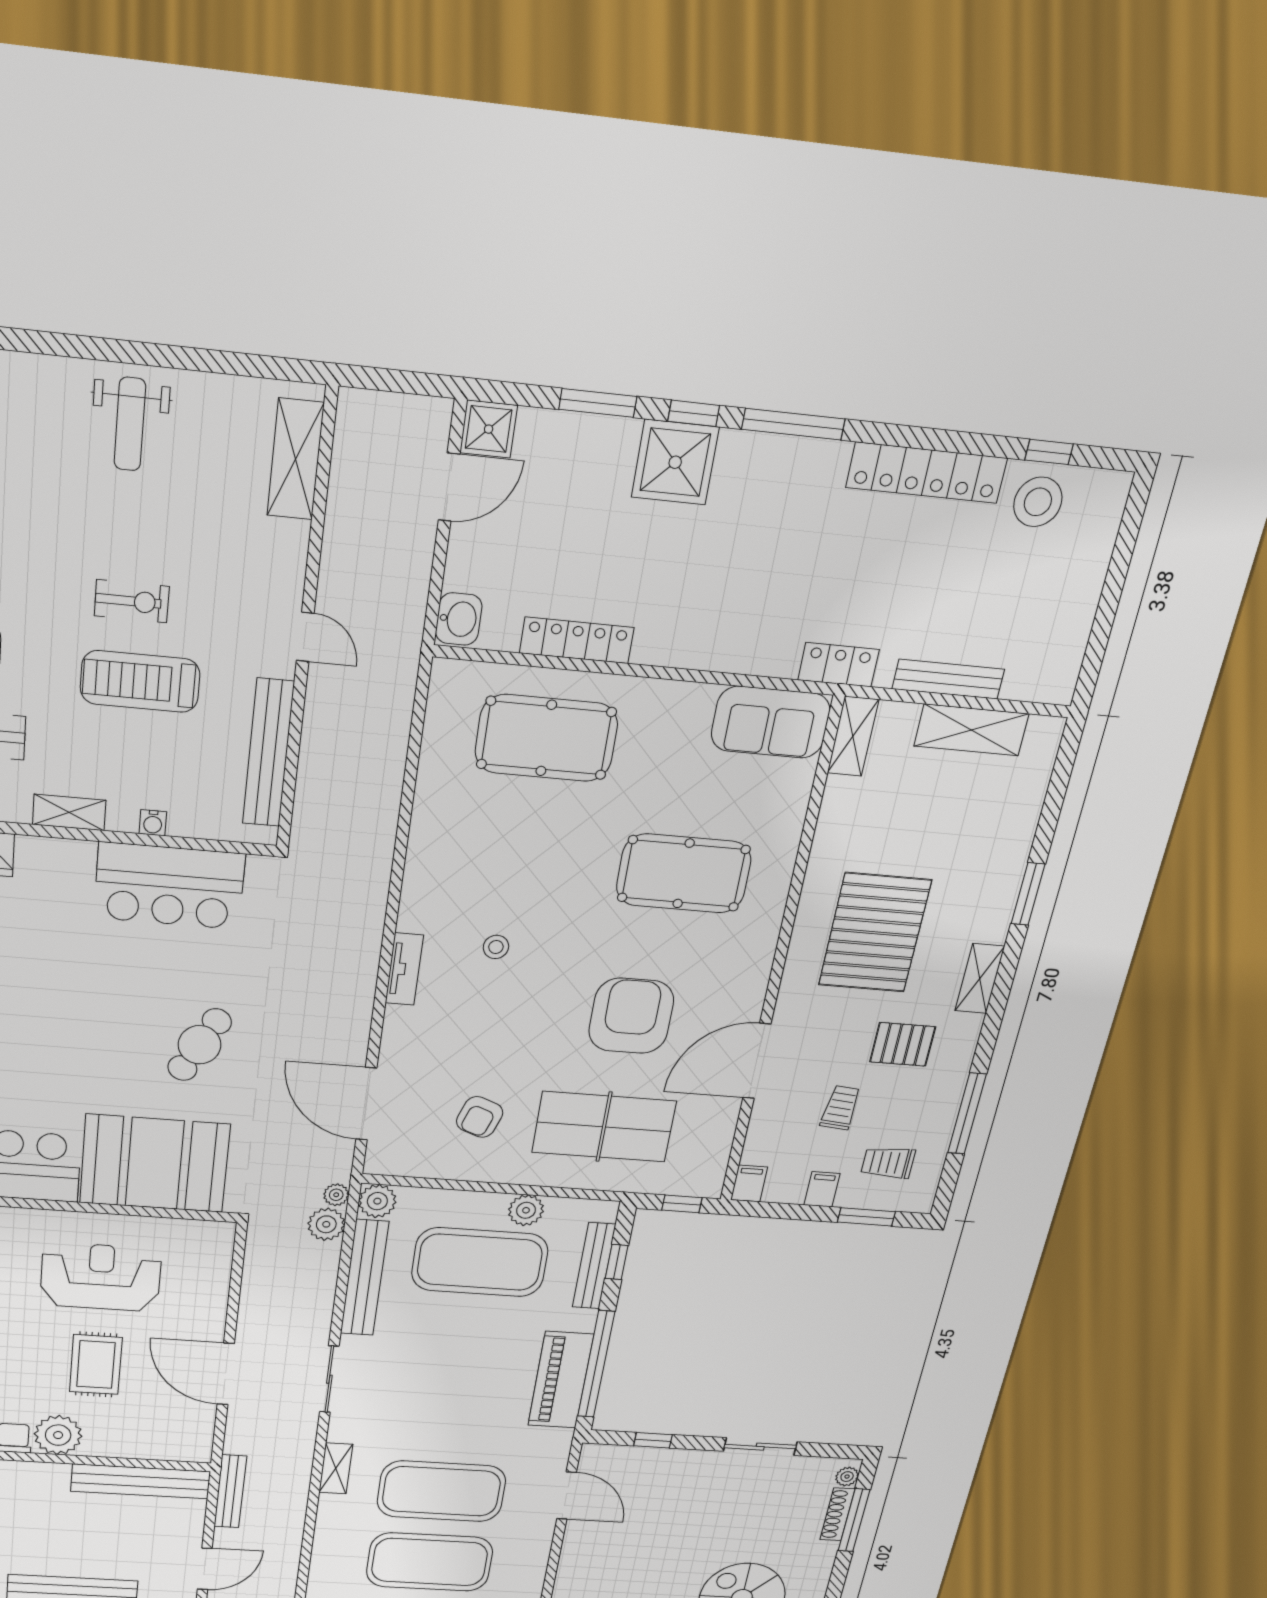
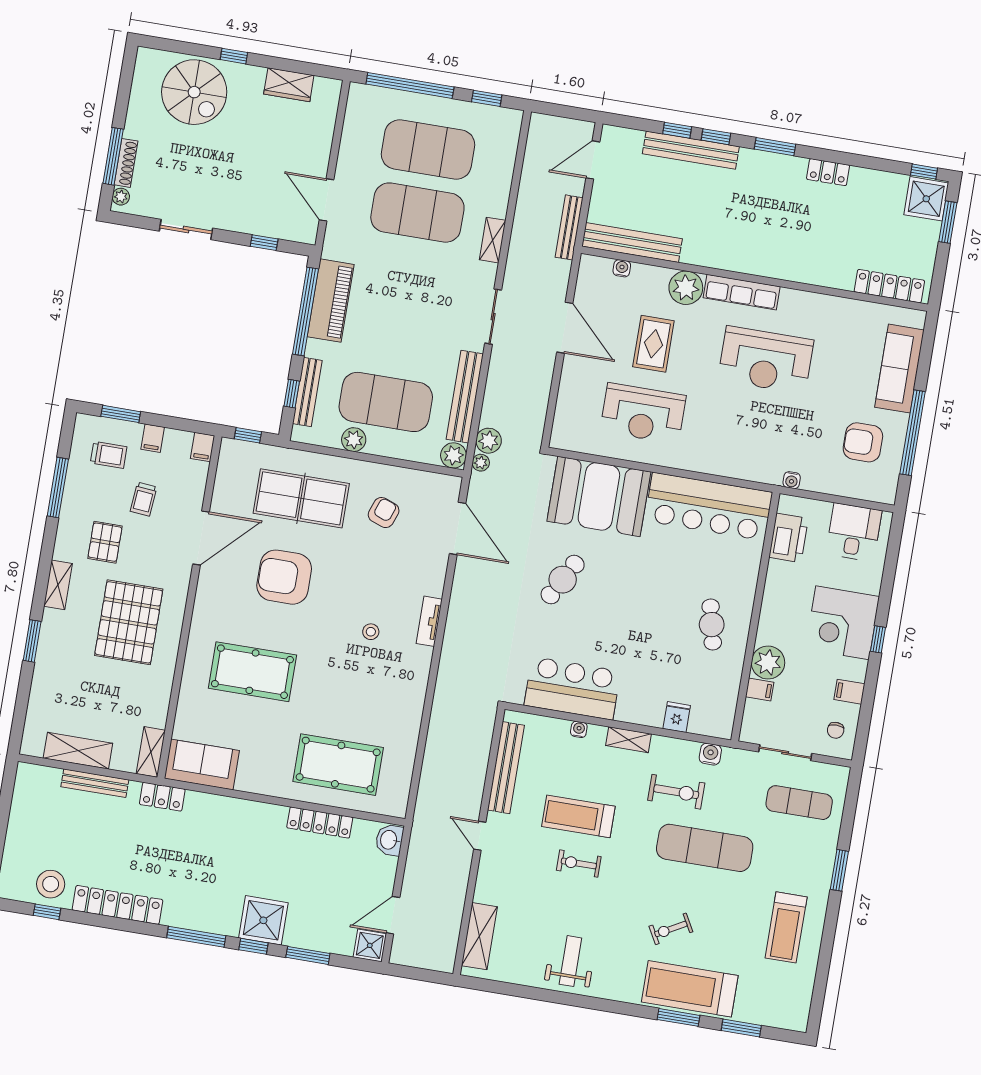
treadmill: (140, 682) -> (578, 816), turned 180
armchair: (631, 1016) -> (284, 577), turned 90
pallet: (903, 1044) -> (105, 542), turned 90
water cooler: (152, 1451) -> (622, 268), added

